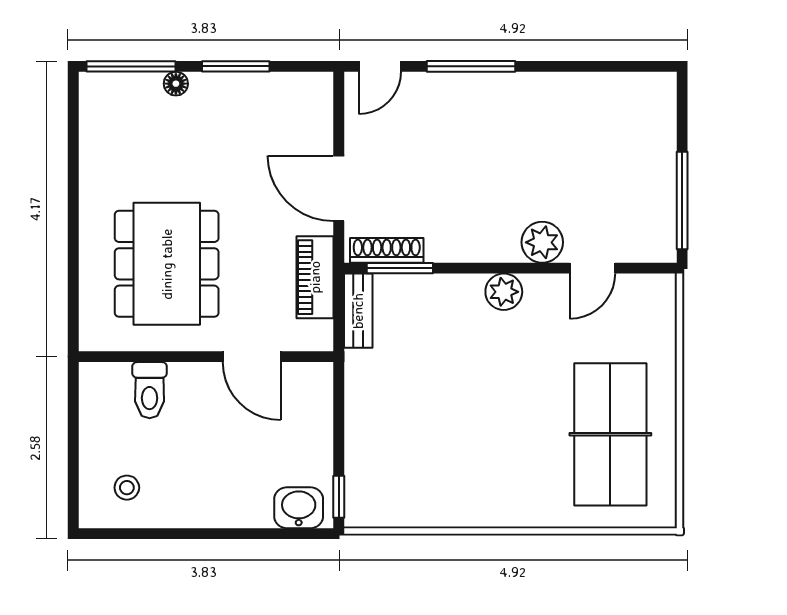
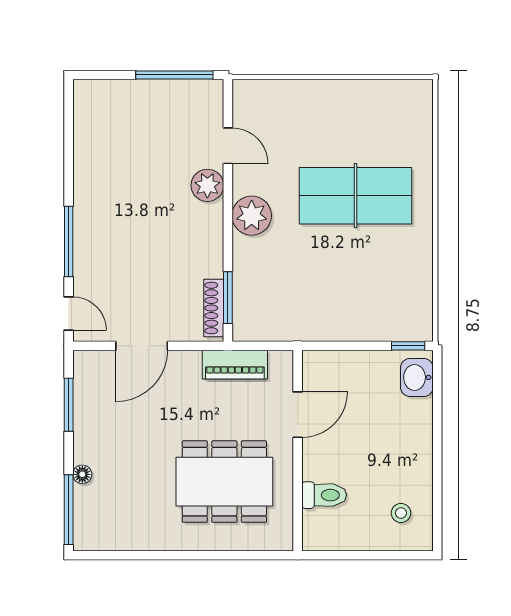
window: (236, 66) -> (69, 405), moved
door: (339, 188) -> (142, 346), moved
plant: (504, 292) -> (252, 216), width x1.36, depth x1.36
bench: (358, 311) -> (261, 330), removed
table tennis table: (610, 434) -> (355, 196), moved

